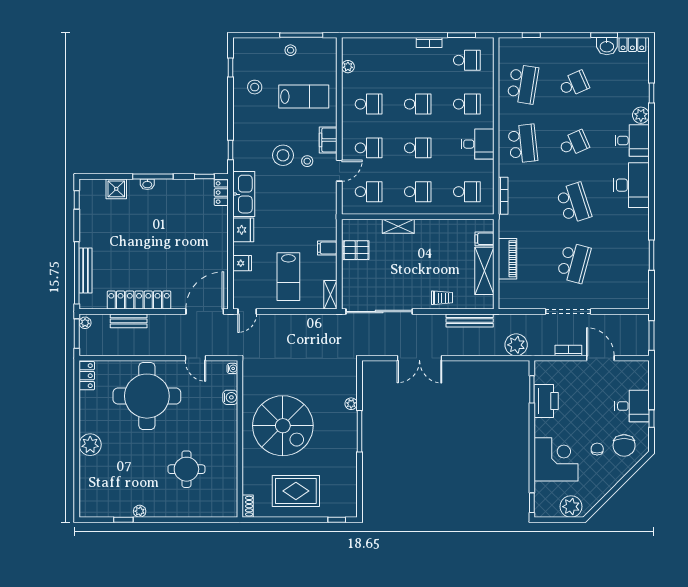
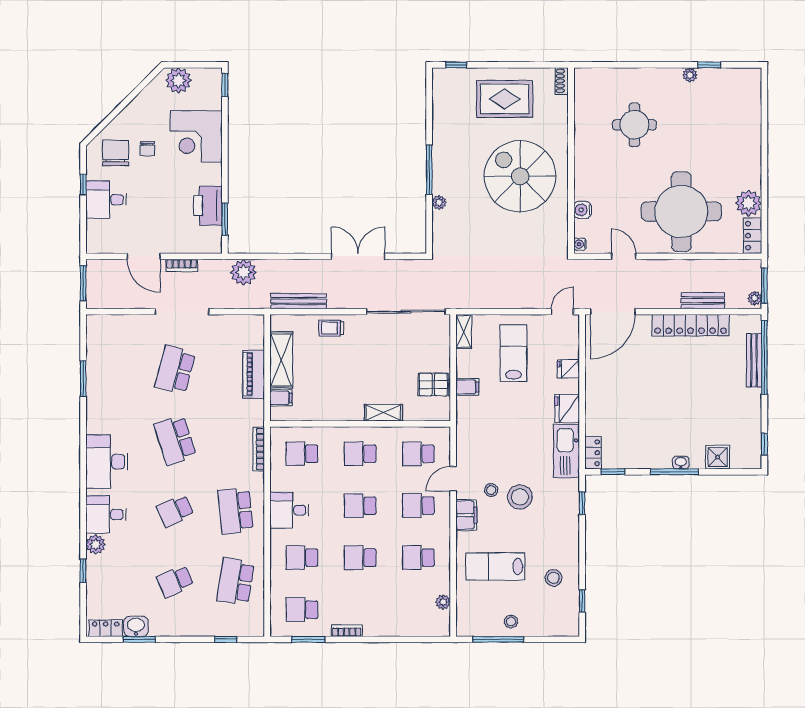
plant: (90, 445) -> (749, 203), moved

